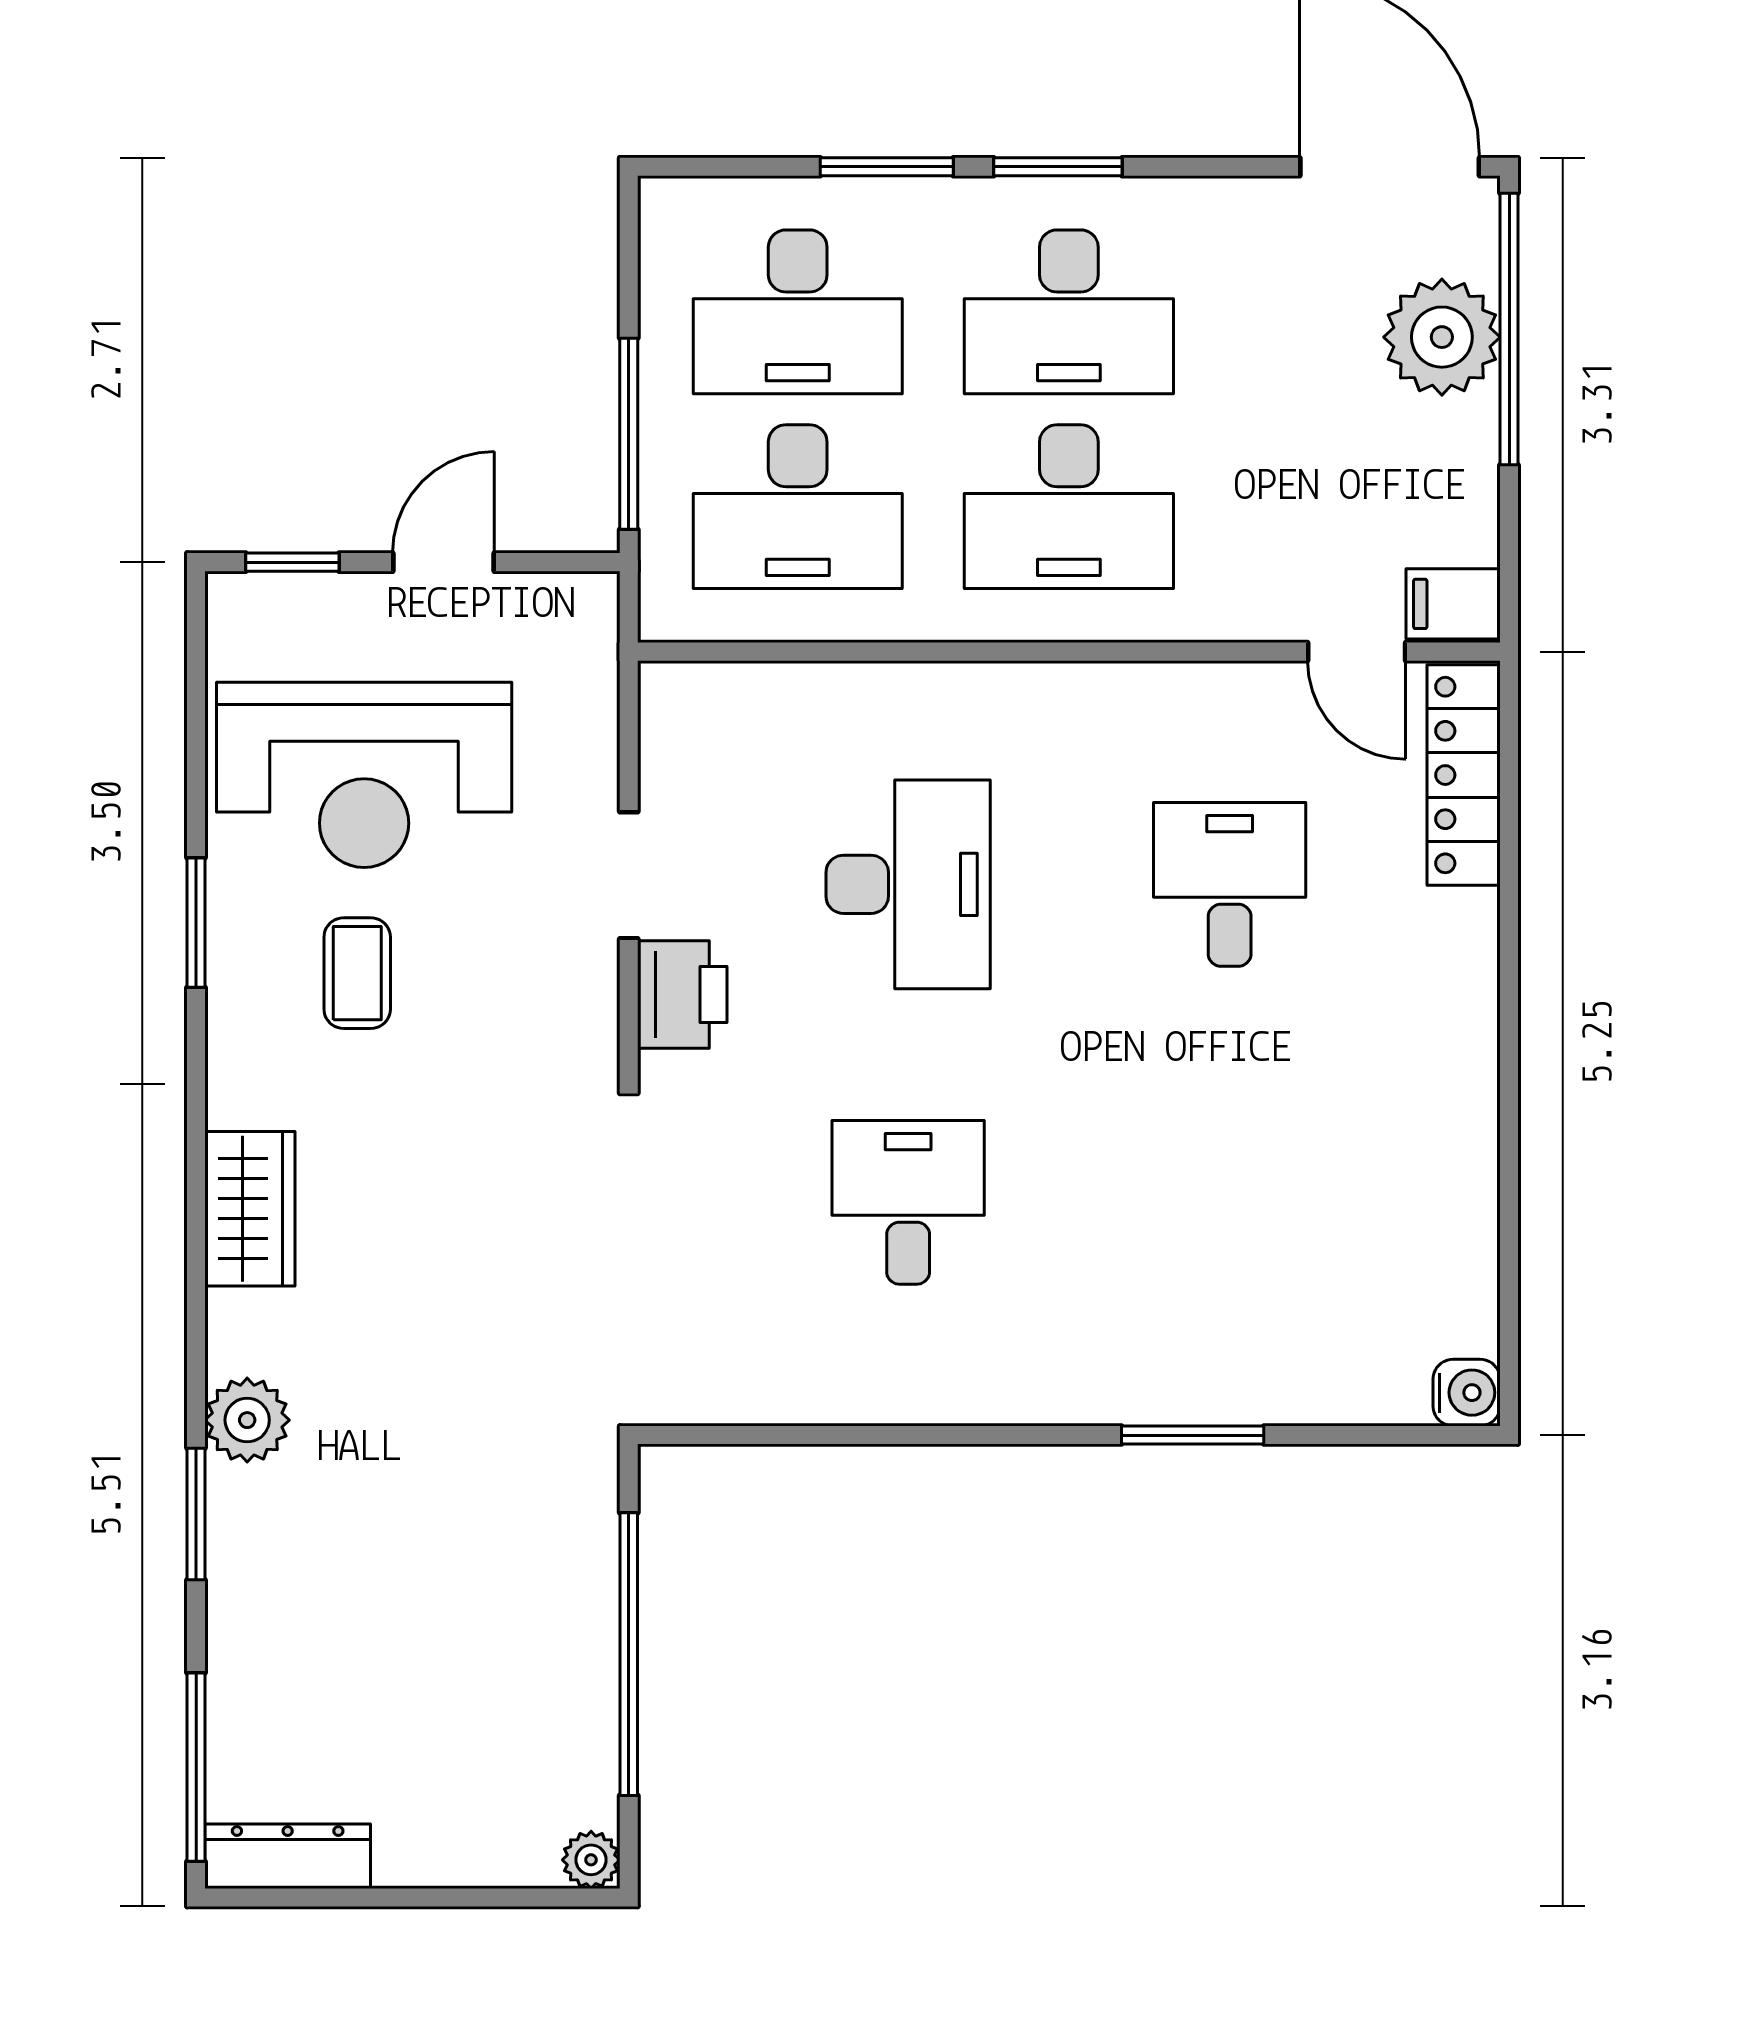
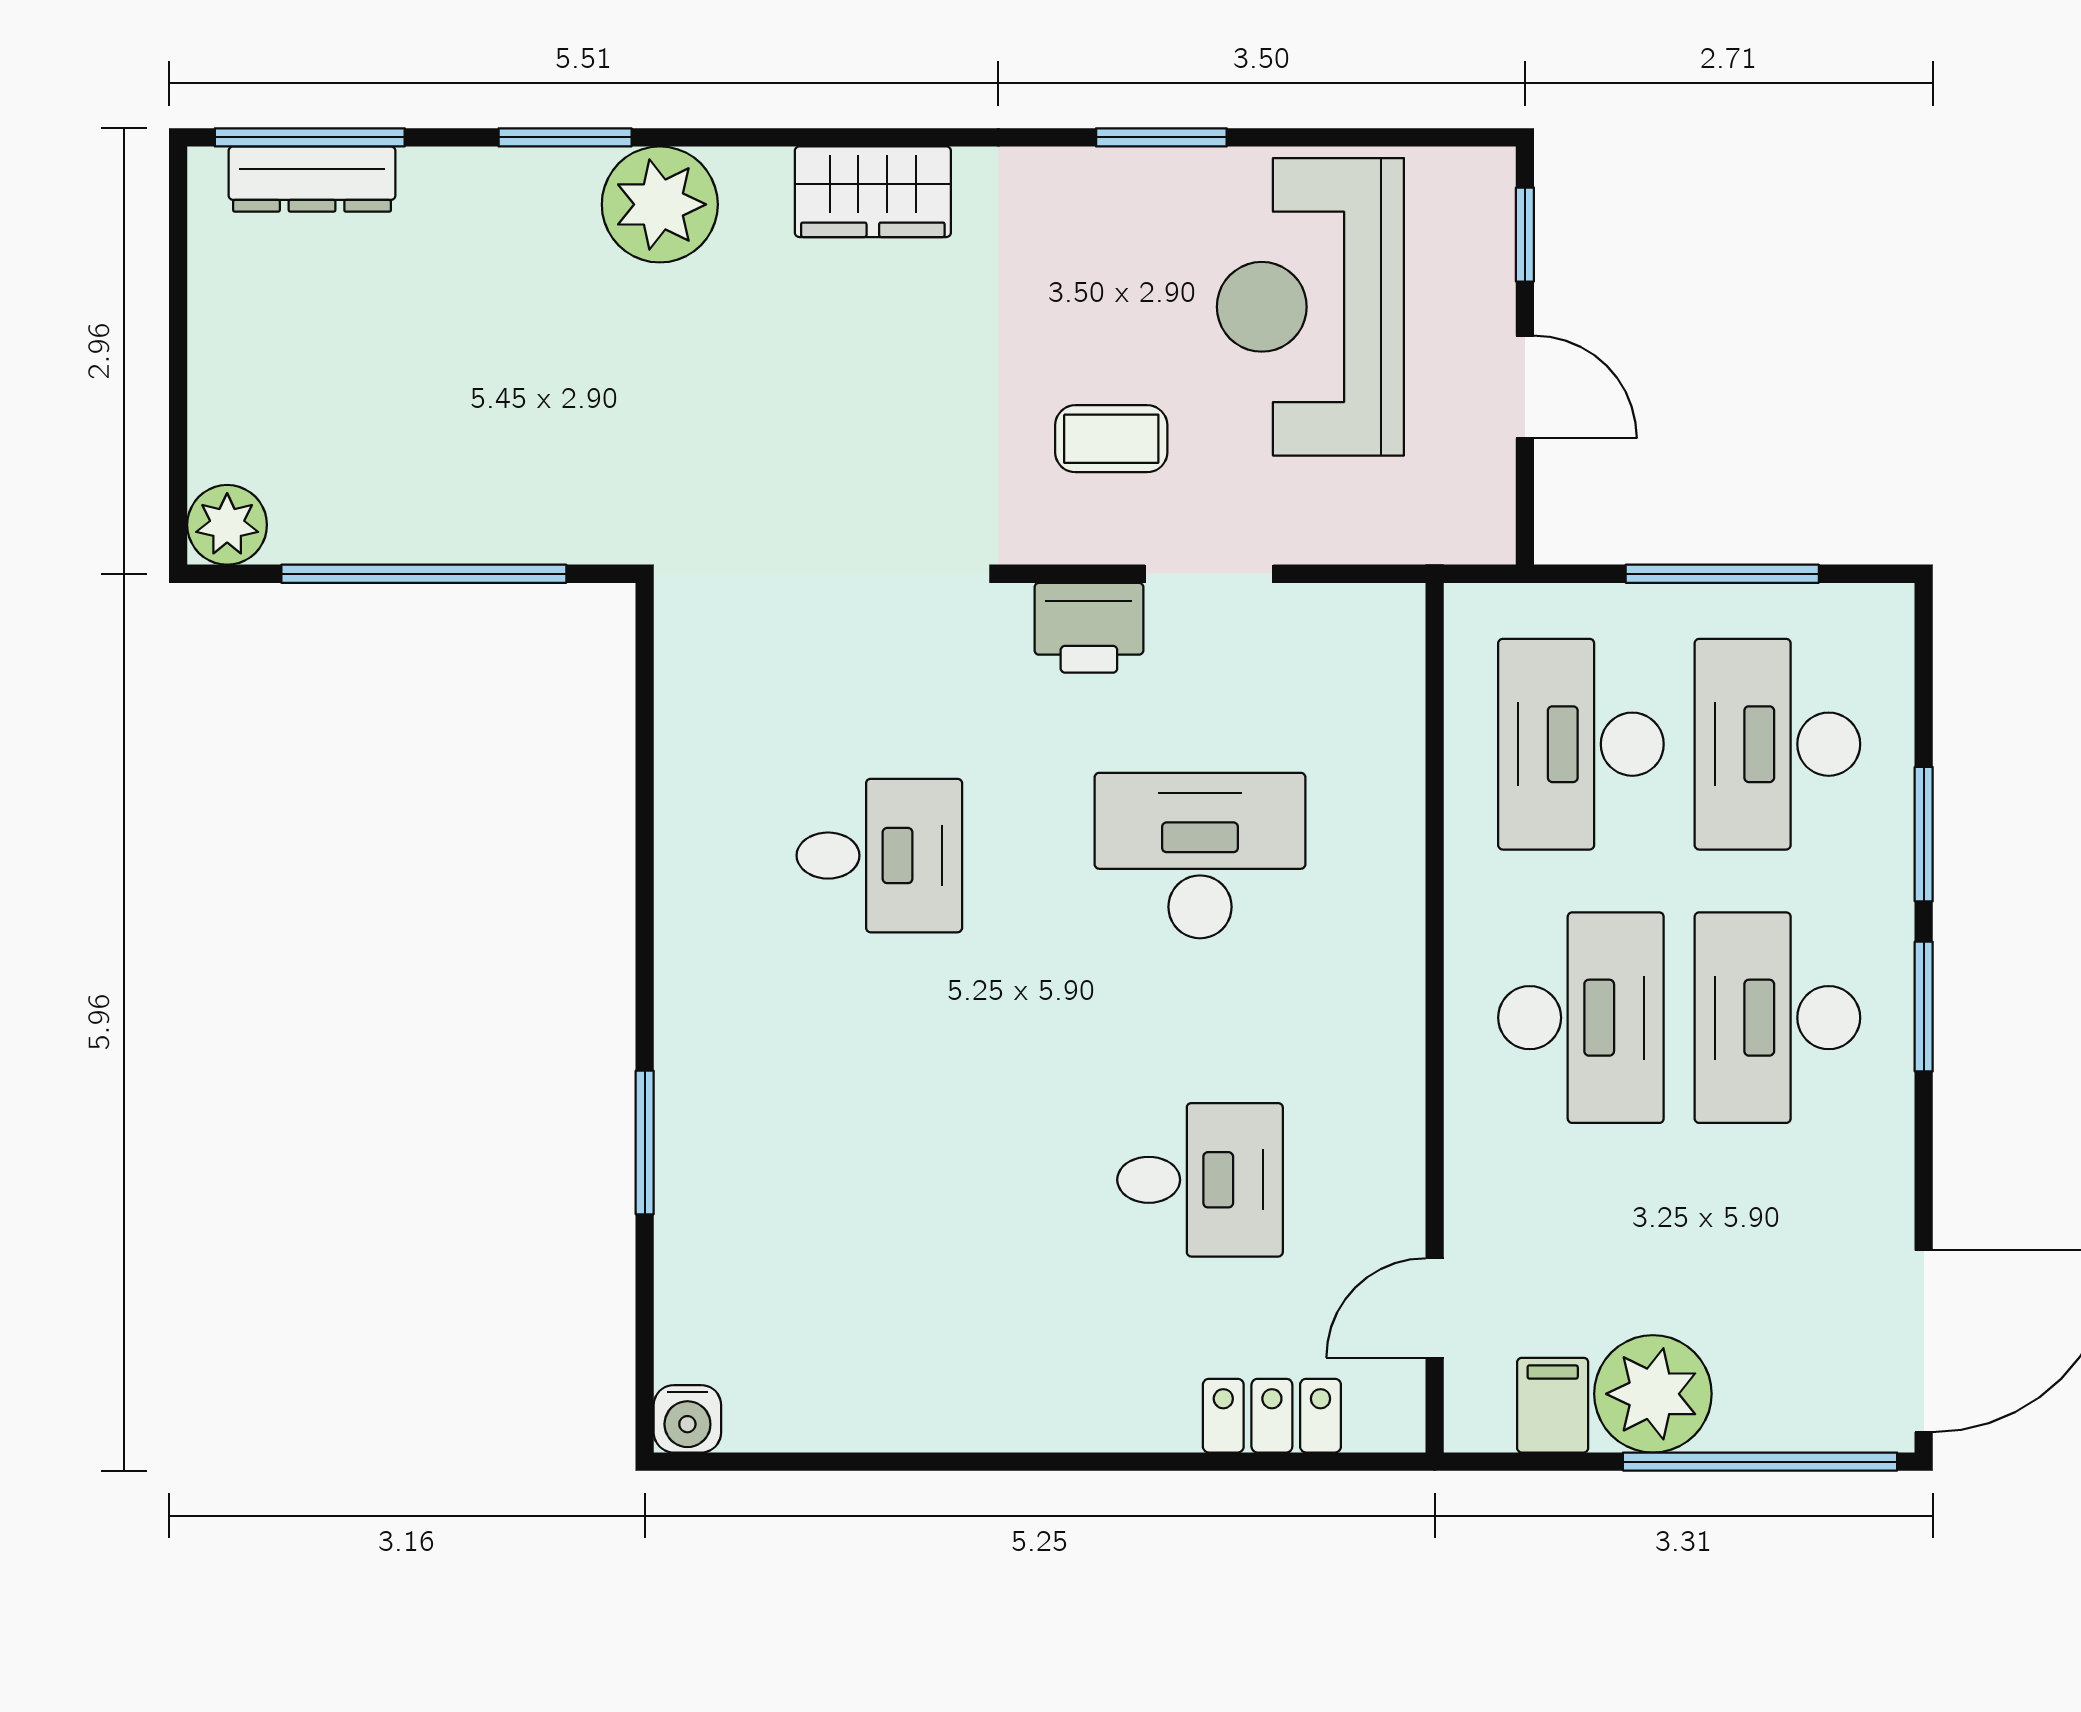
plant: (1442, 337) -> (1653, 1394), moved
window: (629, 434) -> (1722, 574), moved
desk: (1069, 507) -> (1581, 1018), turned 180
filing cabinet: (1453, 604) -> (1553, 1405), moved
locker: (1464, 775) -> (1272, 1416), width x0.66
desk: (908, 884) -> (1200, 856), turned 180
coffee table: (357, 973) -> (1111, 439), moved
plant: (247, 1420) -> (660, 204), width x1.36, depth x1.36
dresser: (288, 1856) -> (312, 179), moved, turned 90
plant: (591, 1860) -> (227, 525), width x1.38, depth x1.38

